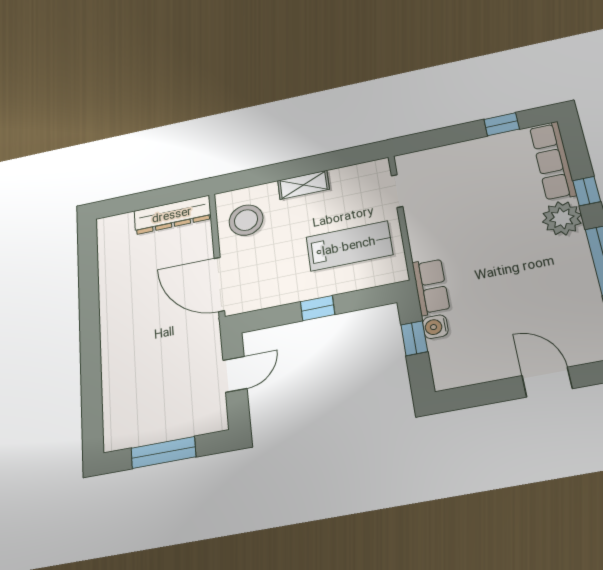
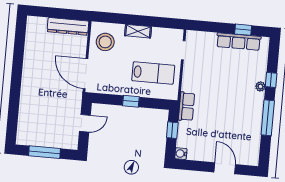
row of seats: (553, 161) -> (239, 41), moved, turned -90
plant: (562, 218) -> (260, 86), width x0.53, depth x0.53
water cooler: (435, 327) -> (181, 154), moved

